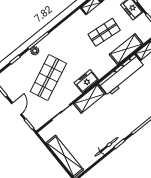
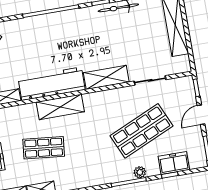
shelving: (126, 49) -> (60, 107), moved
freezer: (86, 81) -> (174, 163), moved, turned 180

